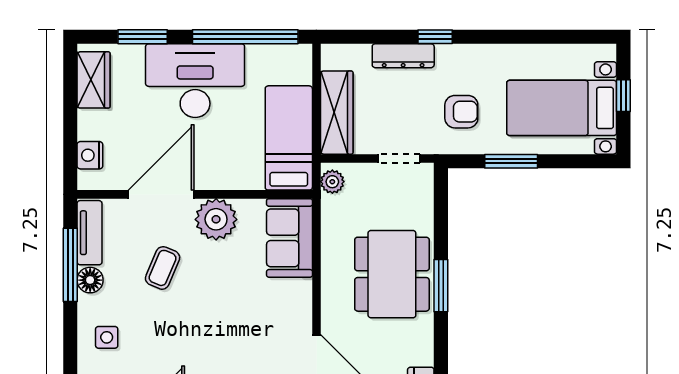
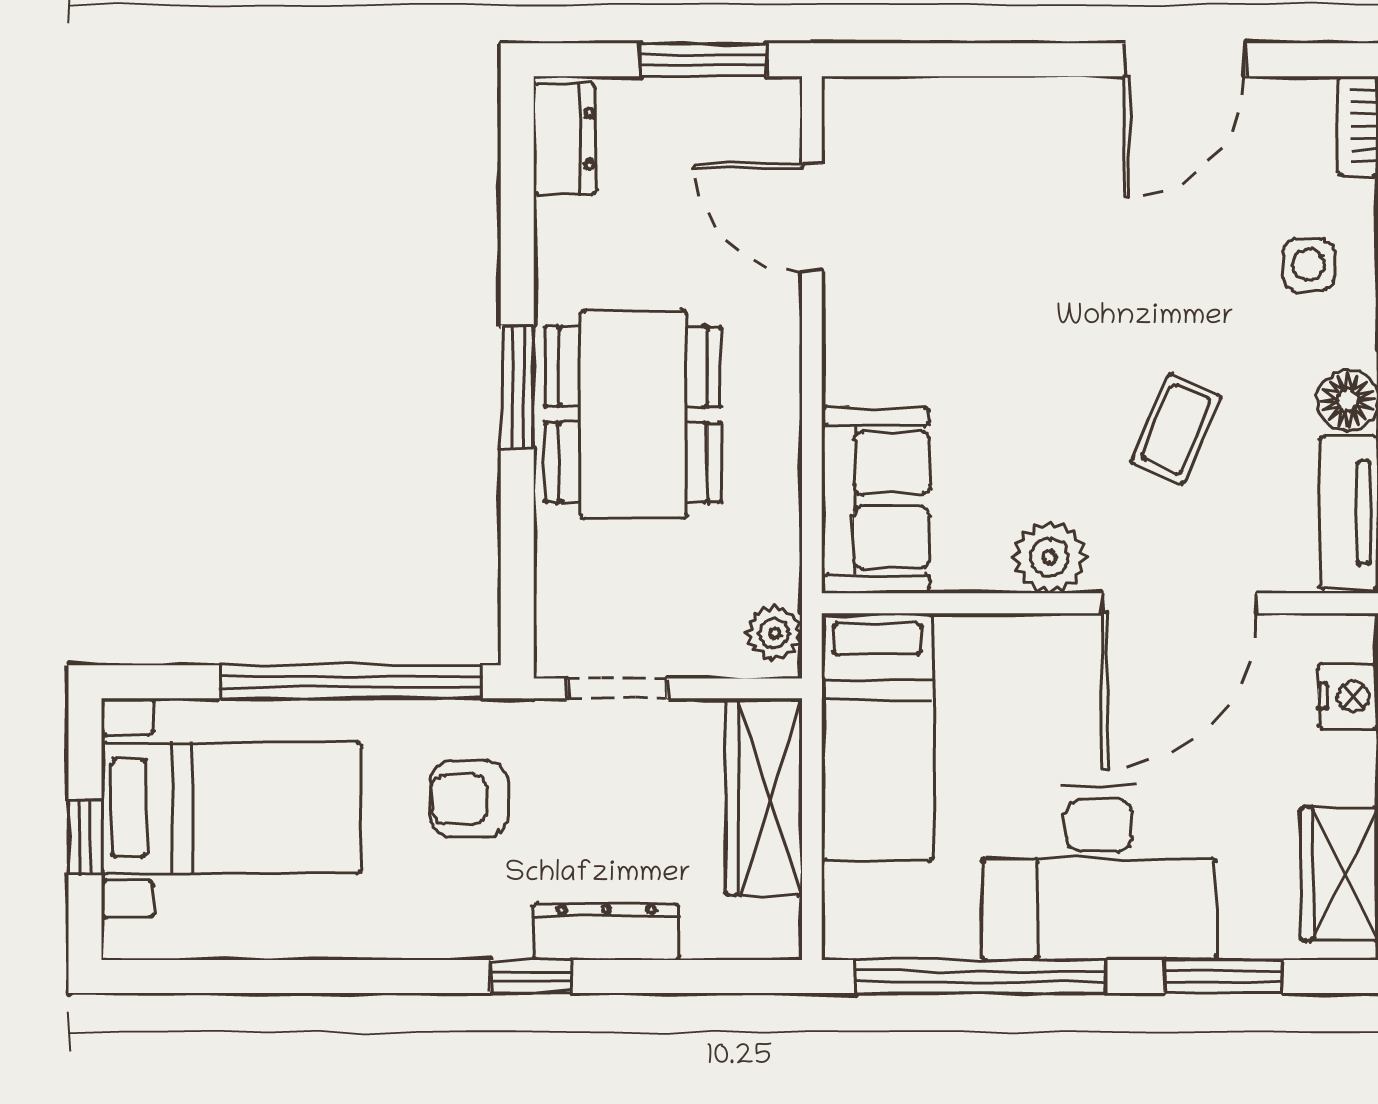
window: (511, 161) -> (351, 682), width x2.11
plant: (216, 219) -> (1050, 557), width x0.73, depth x0.73

